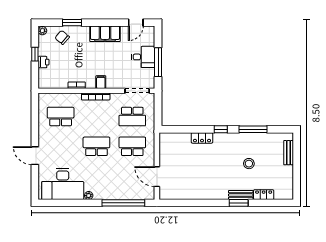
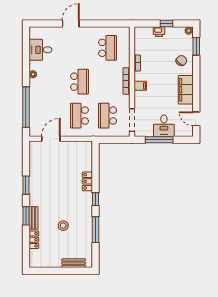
window: (72, 23) -> (196, 46), moved
chair: (62, 37) -> (181, 61), moved
school desk: (132, 146) -> (79, 116), turned 180
desk: (63, 184) -> (40, 50), width x0.53, depth x0.77
window: (206, 203) -> (26, 185), added

